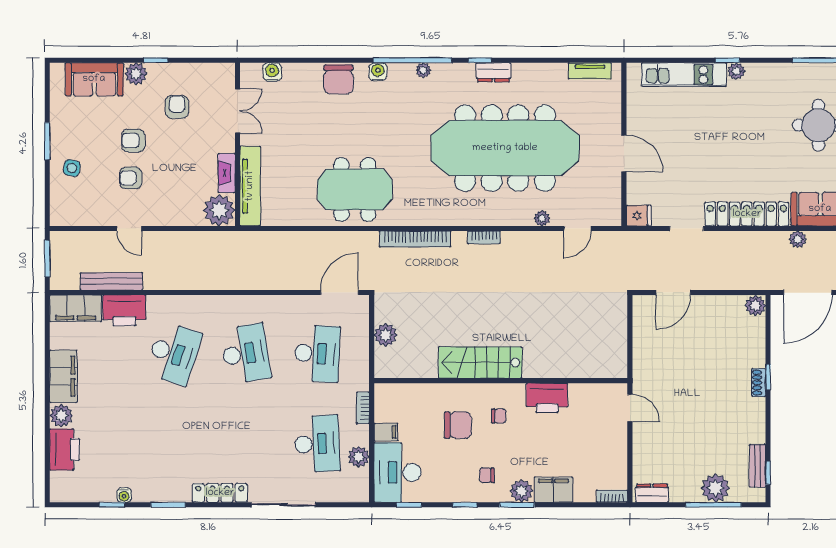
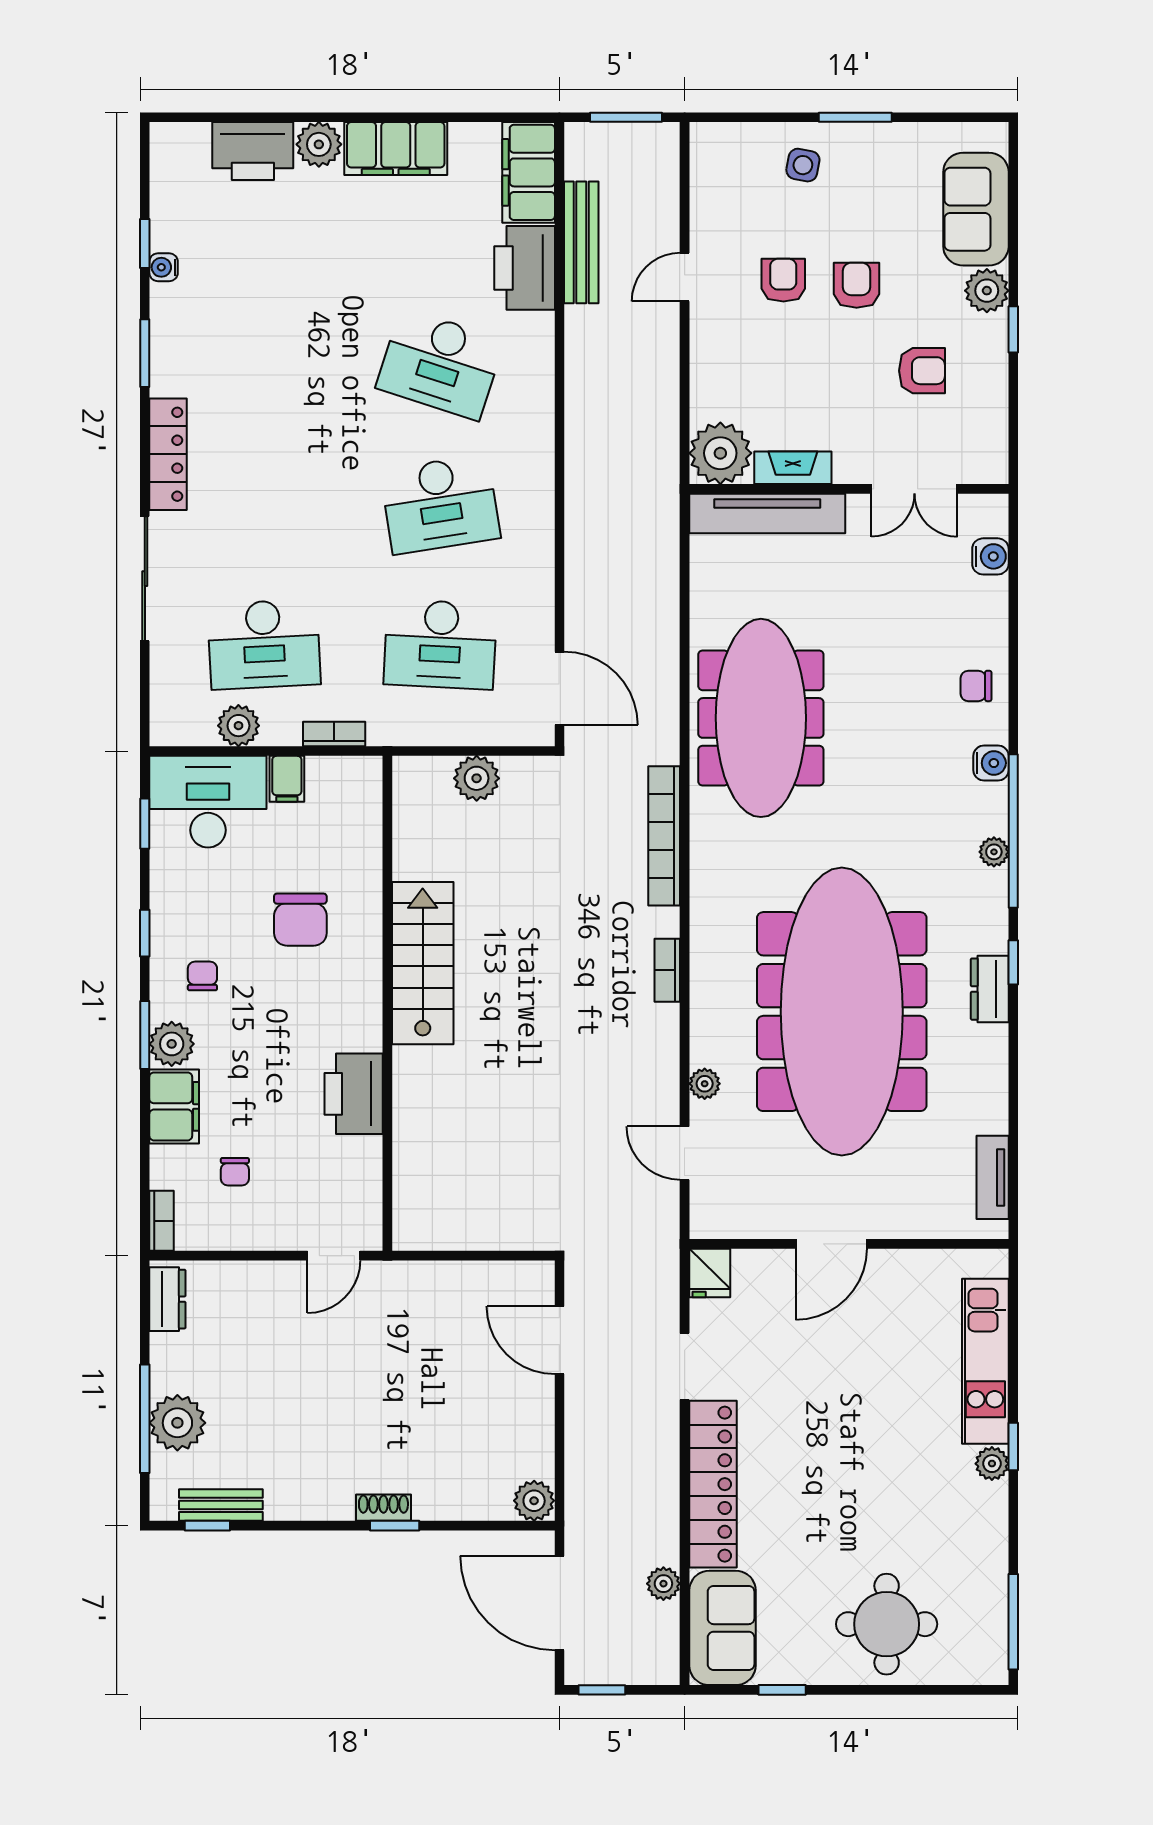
chair: (338, 79) -> (976, 686), width x0.54, depth x0.54
meeting table: (355, 189) -> (761, 718), width x1.36
chair: (499, 416) -> (235, 1172), moved

